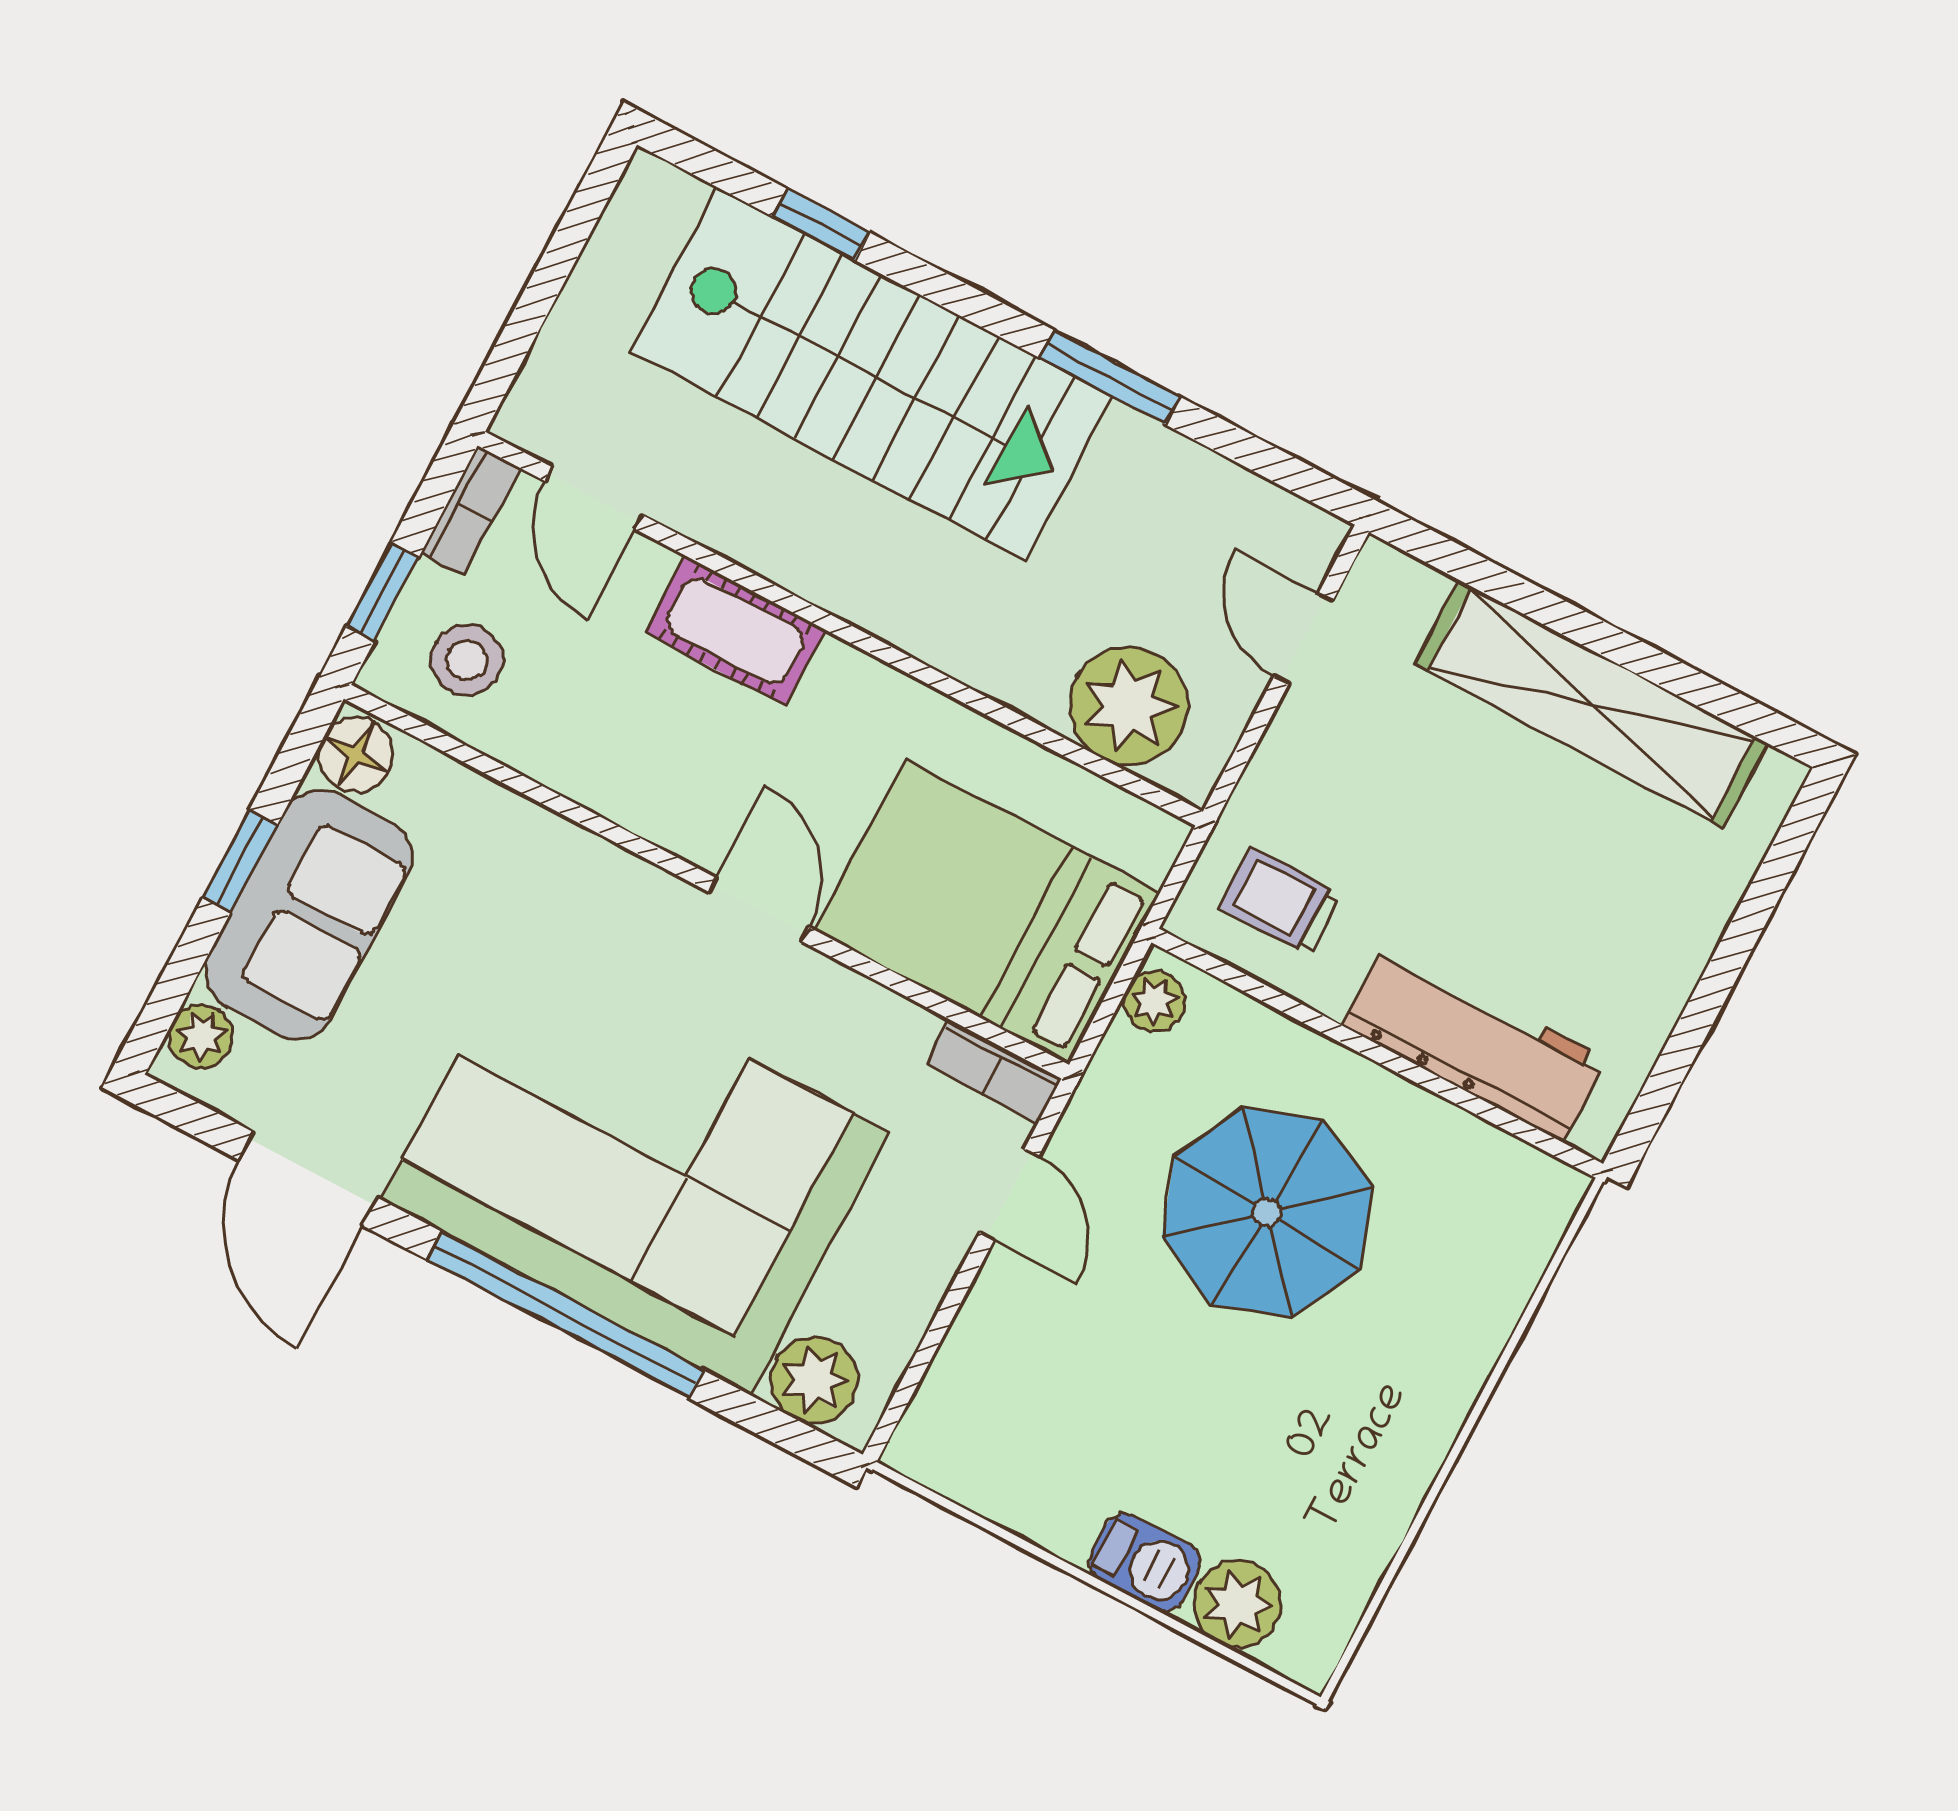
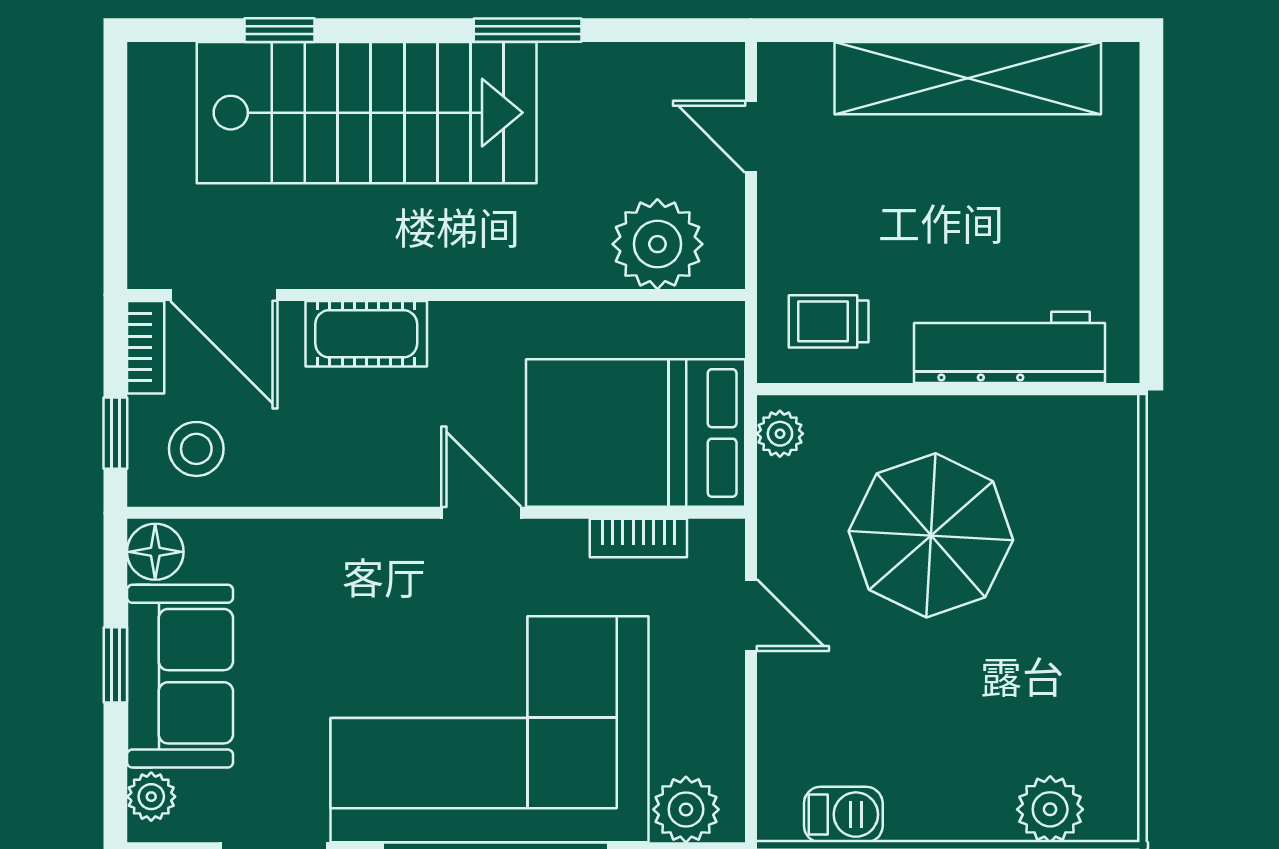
door: (594, 498) -> (224, 295), width x1.38
bookcase: (994, 1071) -> (638, 538), moved
barbecue: (1144, 1563) -> (843, 815), moved

